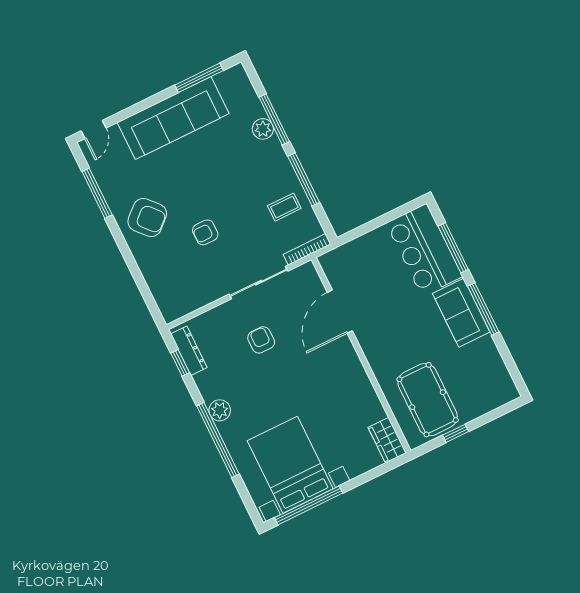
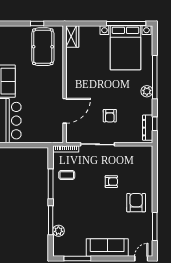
sofa: (173, 118) -> (107, 247), width x0.74, depth x0.79
plant: (263, 129) -> (58, 231), moved
armchair: (147, 218) -> (136, 203), turned 42

